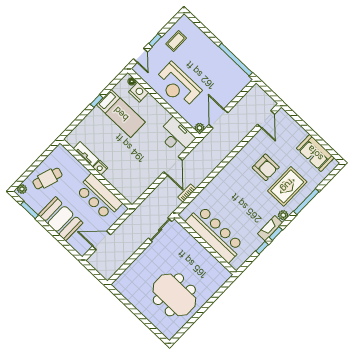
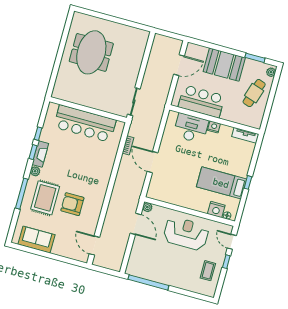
desk: (176, 136) -> (191, 128), moved, turned 180
tv unit: (86, 154) -> (245, 135), moved
meeting table: (174, 295) -> (91, 52), turned 90

